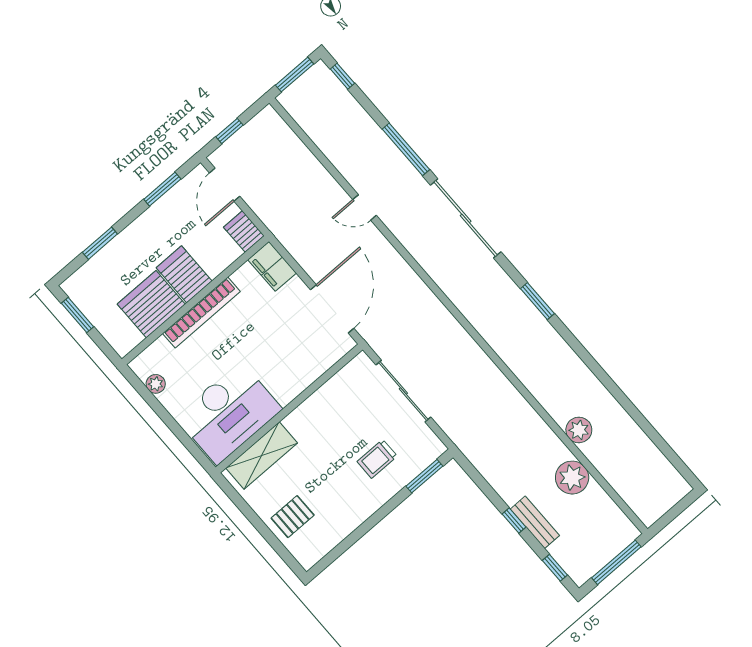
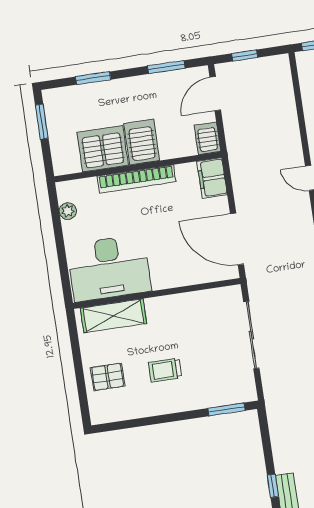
door: (332, 309) -> (237, 239), swing flipped
trolley: (377, 459) -> (165, 370), moved

